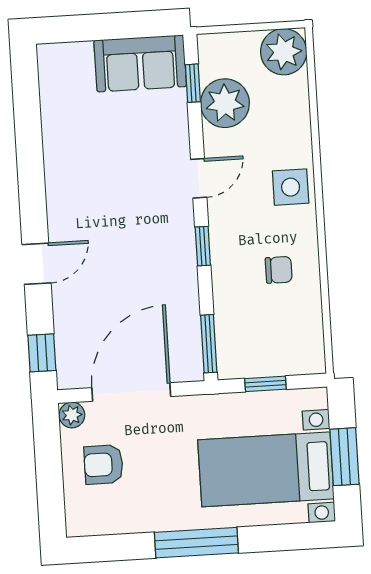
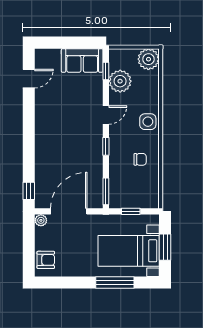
door: (36, 264) -> (29, 79), moved
armchair: (104, 465) -> (46, 260), moved, turned 180
window: (196, 543) -> (115, 283), moved

